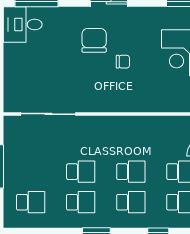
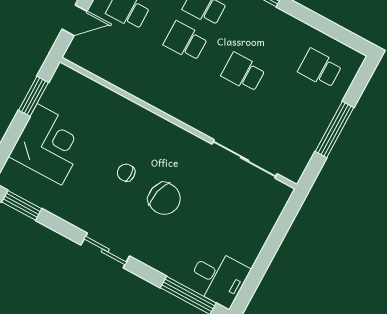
chair: (94, 40) -> (164, 199), moved, turned -76
school desk: (81, 202) -> (262, 37), removed

